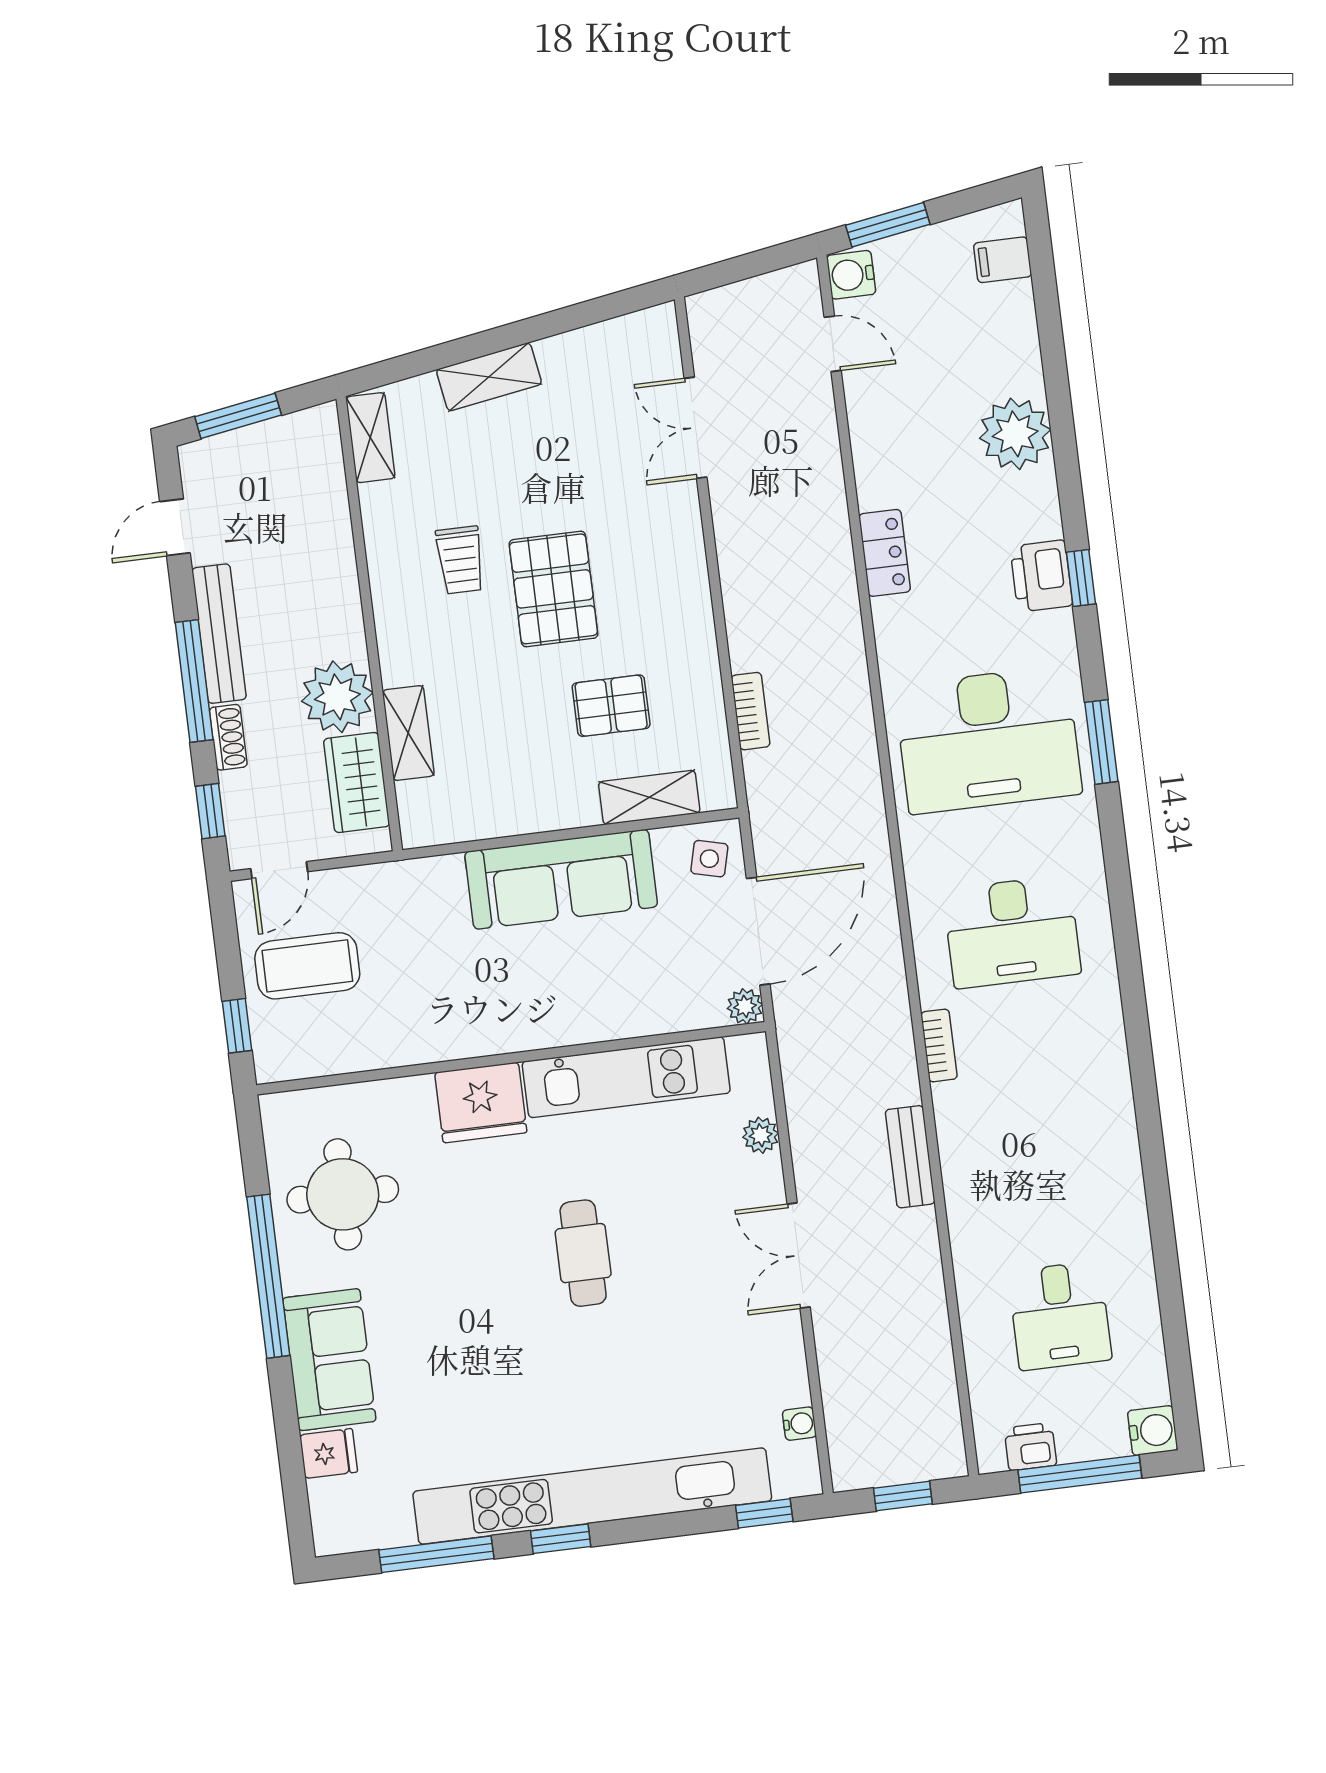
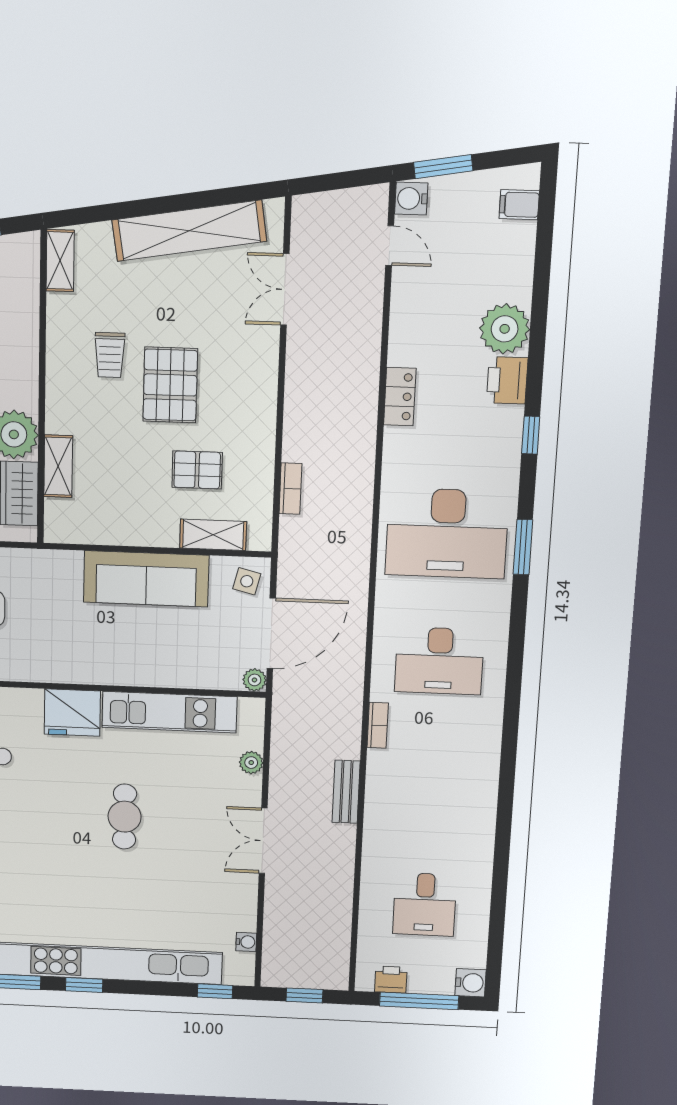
shelving: (489, 377) -> (189, 231), width x2.20, depth x1.33
printer: (1041, 576) -> (507, 380), moved

